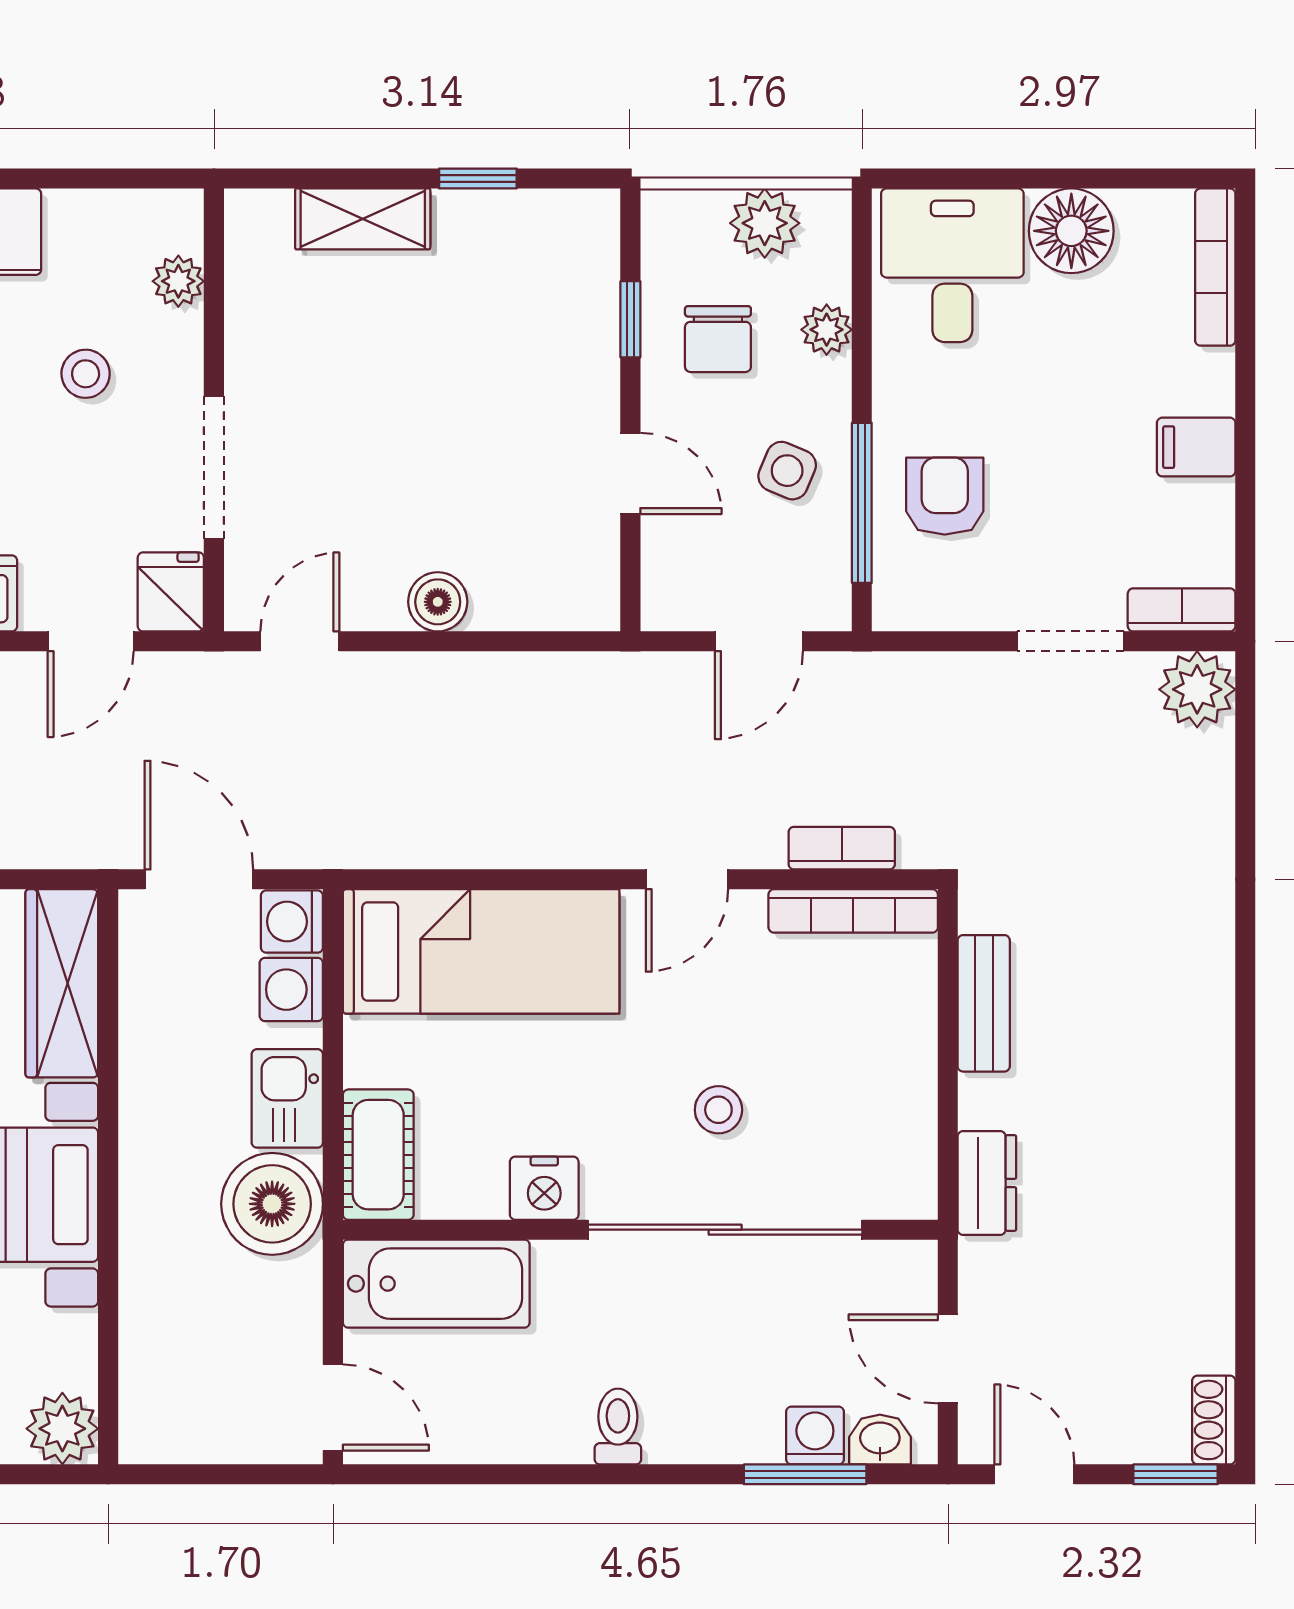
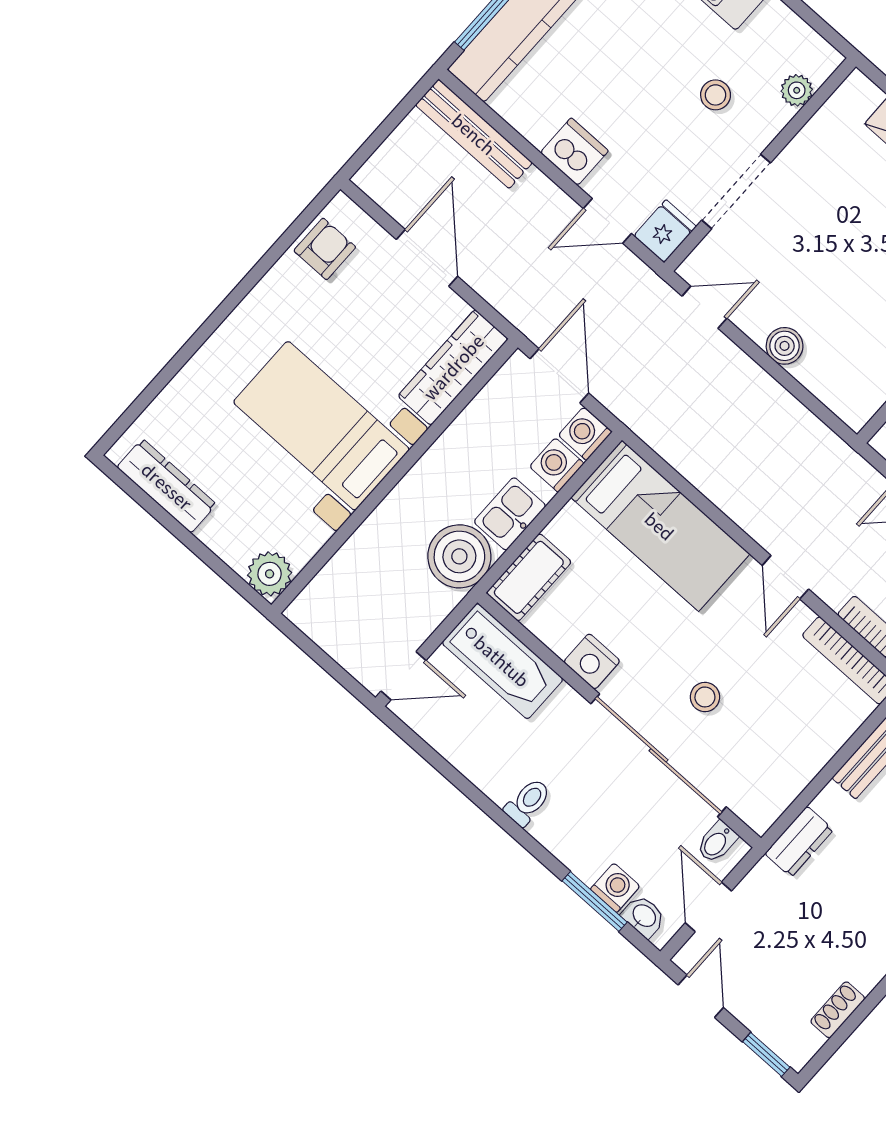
door: (687, 879) -> (785, 577), hinge flipped
bidet: (888, 1271) -> (717, 842), added
door: (333, 1408) -> (404, 676), hinge flipped
shoe rack: (1214, 1420) -> (838, 1010), moved

